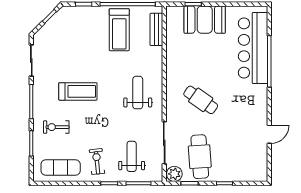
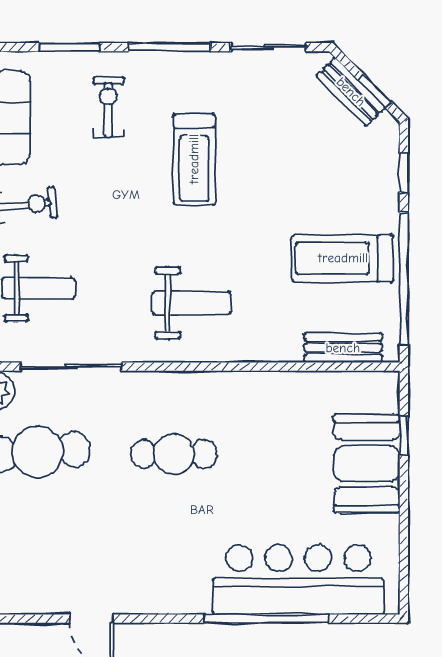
bench: (50, 26) -> (351, 92), added
cafe table: (201, 100) -> (174, 454), turned 55

